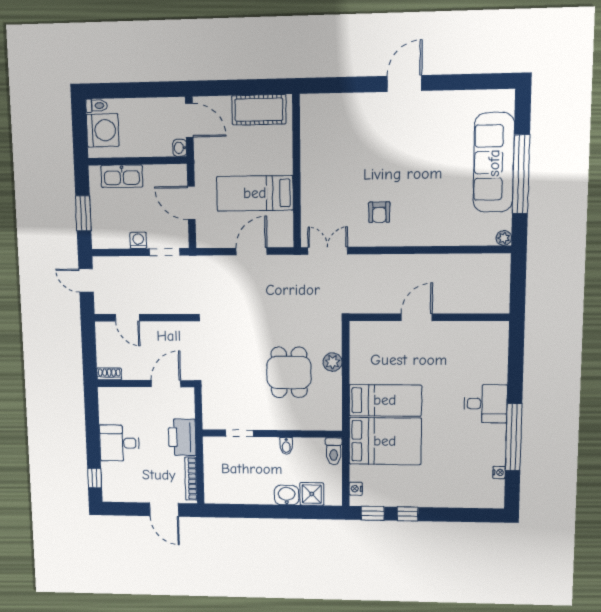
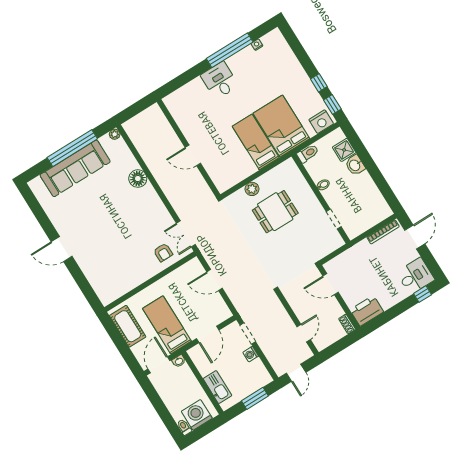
bed: (255, 193) -> (167, 325), moved, turned 180
armchair: (379, 212) -> (163, 252), moved, turned 90
floor lamp: (431, 233) -> (138, 179), added
printer: (182, 437) -> (367, 311), moved, turned 180
desk: (119, 443) -> (415, 276), moved, turned -90
nightstand: (356, 489) -> (321, 122), width x1.89, depth x1.79

